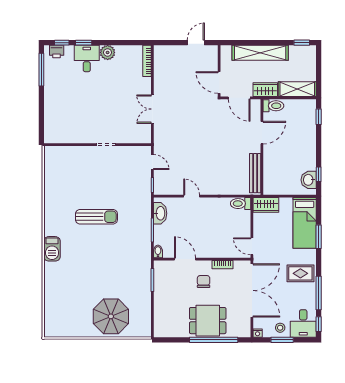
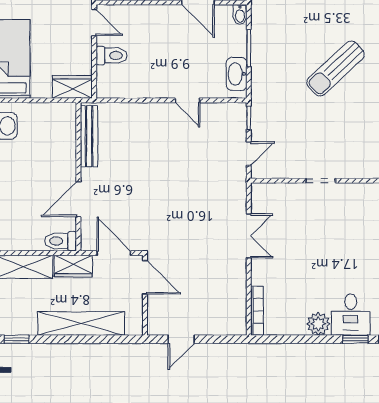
door: (152, 162) -> (249, 154), swing flipped
toilet: (241, 204) -> (112, 56), moved
sun lounger: (96, 217) -> (336, 69), turned -43

